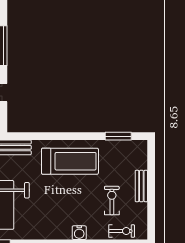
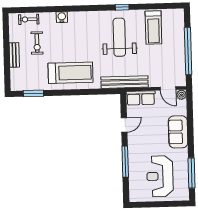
treadmill: (70, 161) -> (71, 73), turned 180

